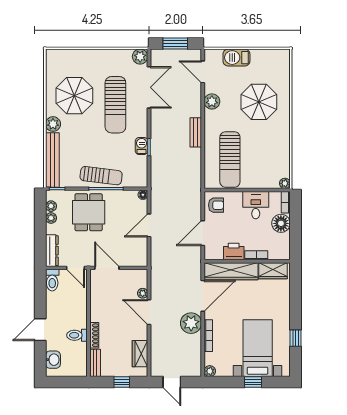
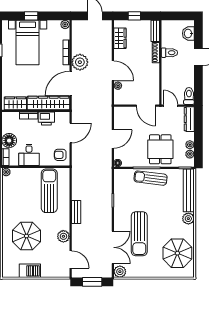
barbecue: (236, 58) -> (30, 271), moved
double door: (149, 87) -> (113, 247), swing flipped
parasol: (74, 96) -> (177, 253), moved
sun lounger: (115, 105) -> (139, 234), turned 180
barbecue: (142, 146) -> (119, 201), removed

